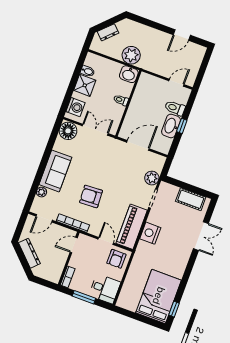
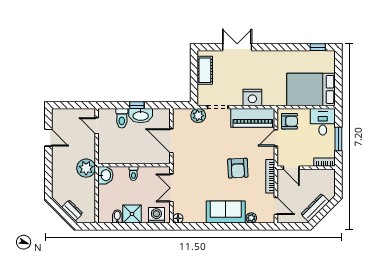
plant: (131, 55) -> (86, 168), moved
floor lamp: (68, 131) -> (178, 218), width x0.53, depth x0.53
bed: (159, 296) -> (311, 89), moved

